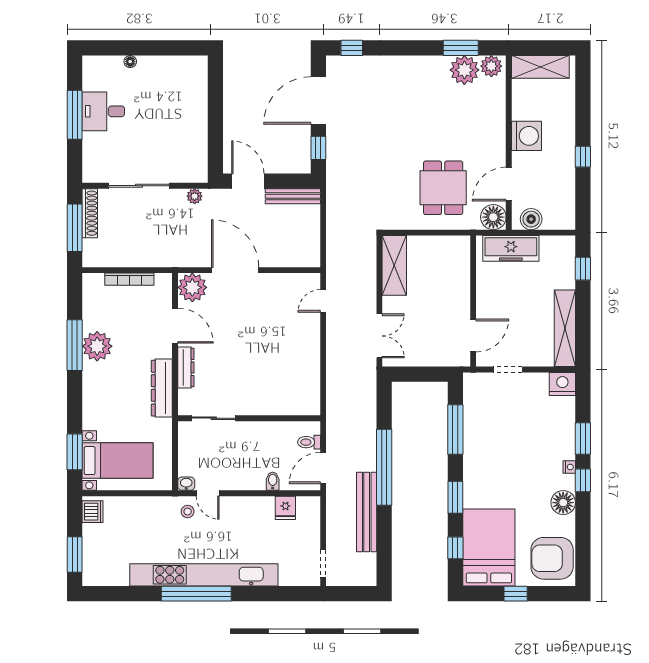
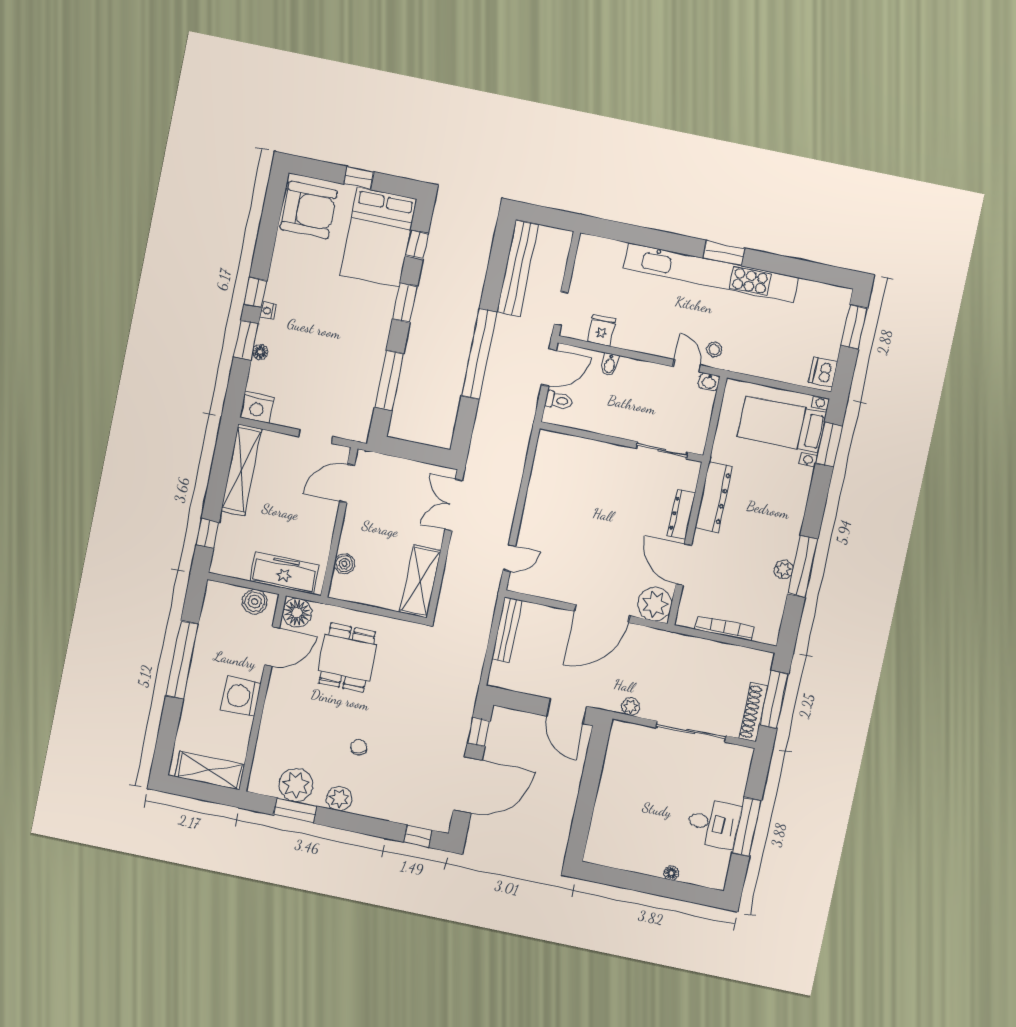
plant: (491, 66) -> (339, 798), moved
chair: (417, 114) -> (359, 747), added
window: (583, 157) -> (182, 660), width x3.17
bench: (293, 196) -> (507, 630), moved, turned 90
boiler: (462, 267) -> (344, 564), added
door: (235, 270) -> (602, 614), hinge flipped
plant: (97, 346) -> (784, 569), width x0.53, depth x0.53
floor lamp: (563, 503) -> (260, 352), moved, width x0.53, depth x0.53
bench: (367, 512) -> (518, 268), moved
doorway: (323, 564) -> (561, 308), moved
window: (196, 594) -> (724, 253), width x0.47

